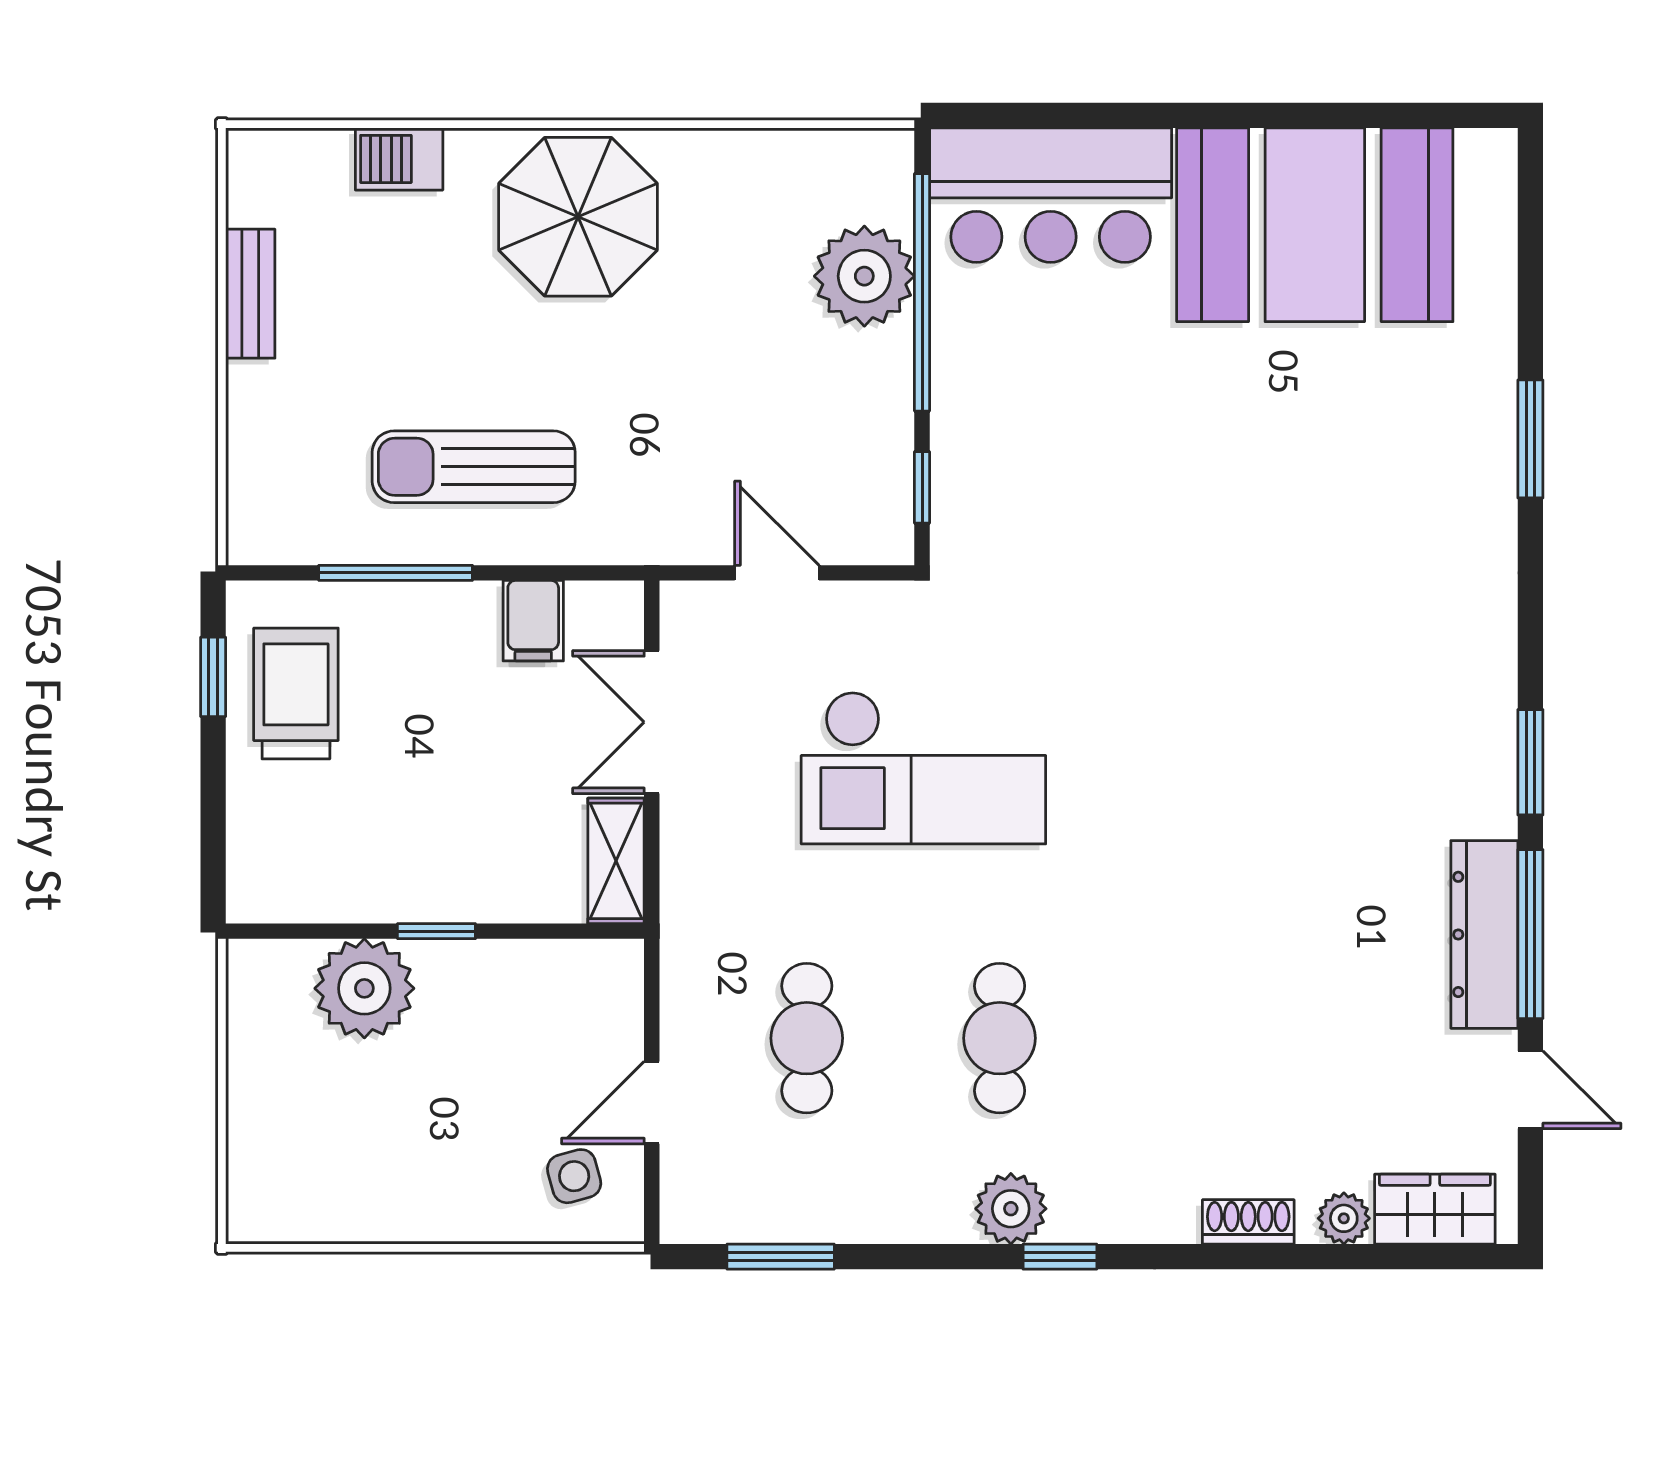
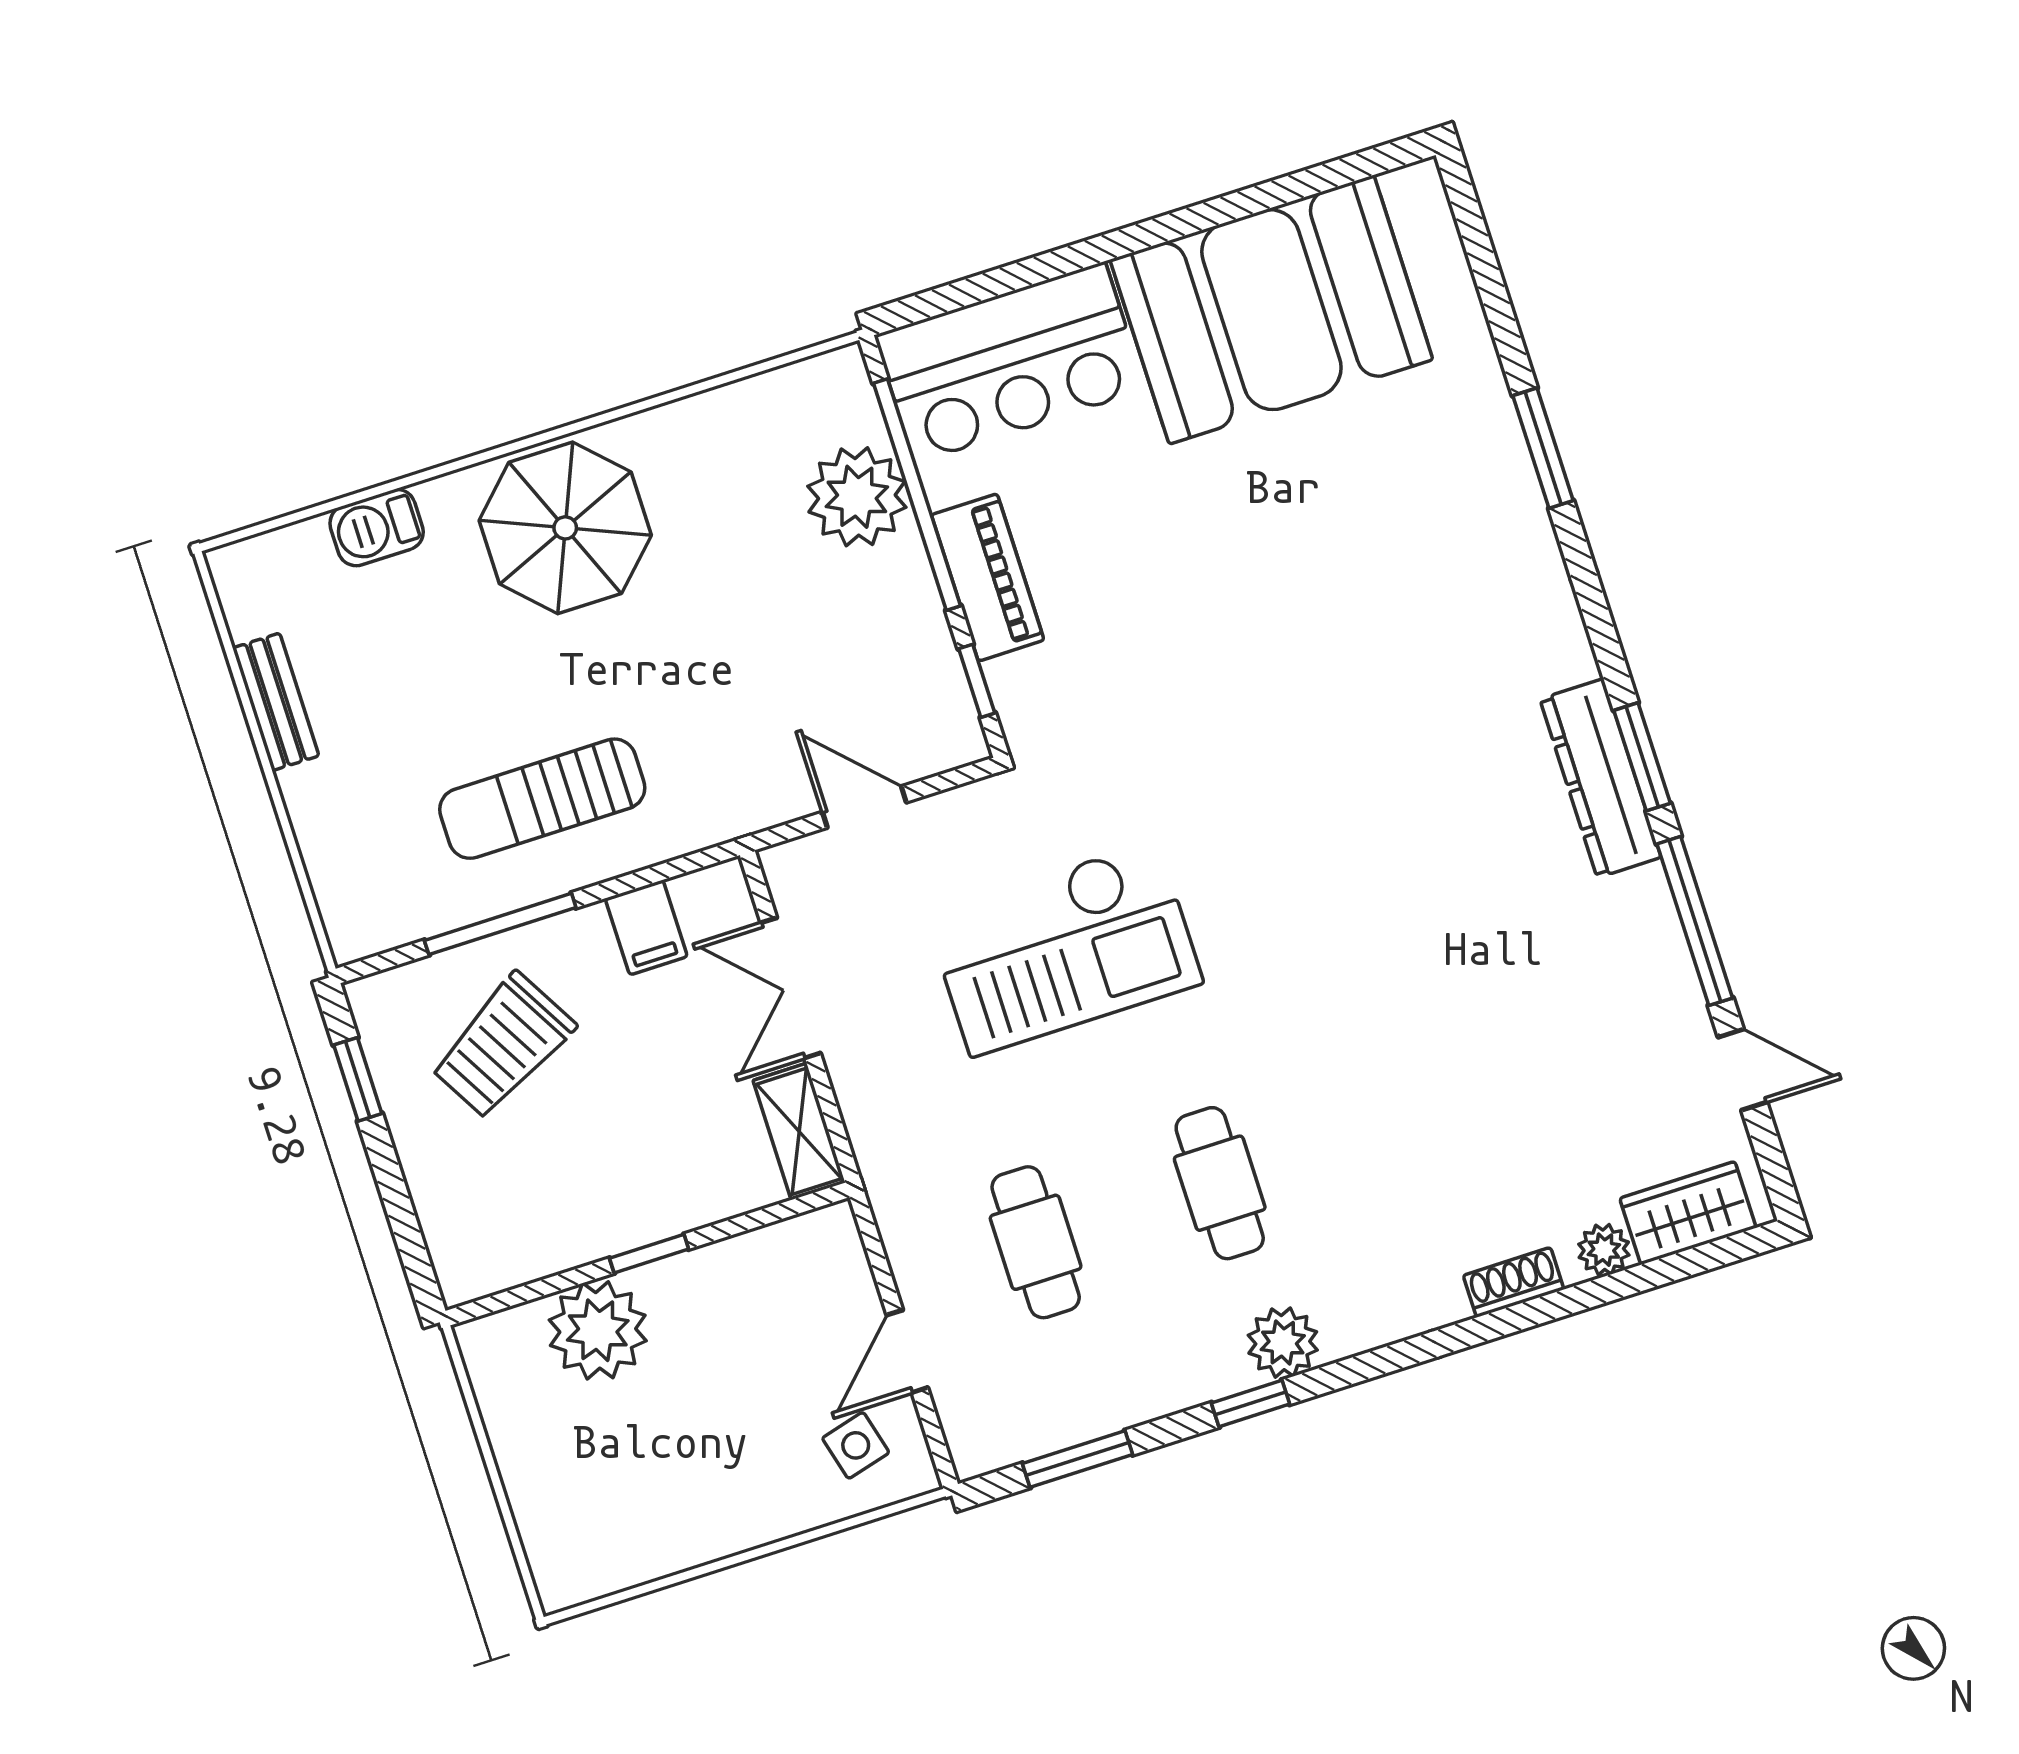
piano: (964, 393) -> (988, 577), added
trolley: (296, 693) -> (503, 1046), moved, turned -120
dresser: (1484, 934) -> (1600, 778), moved
window: (1060, 1257) -> (1250, 1403), moved

